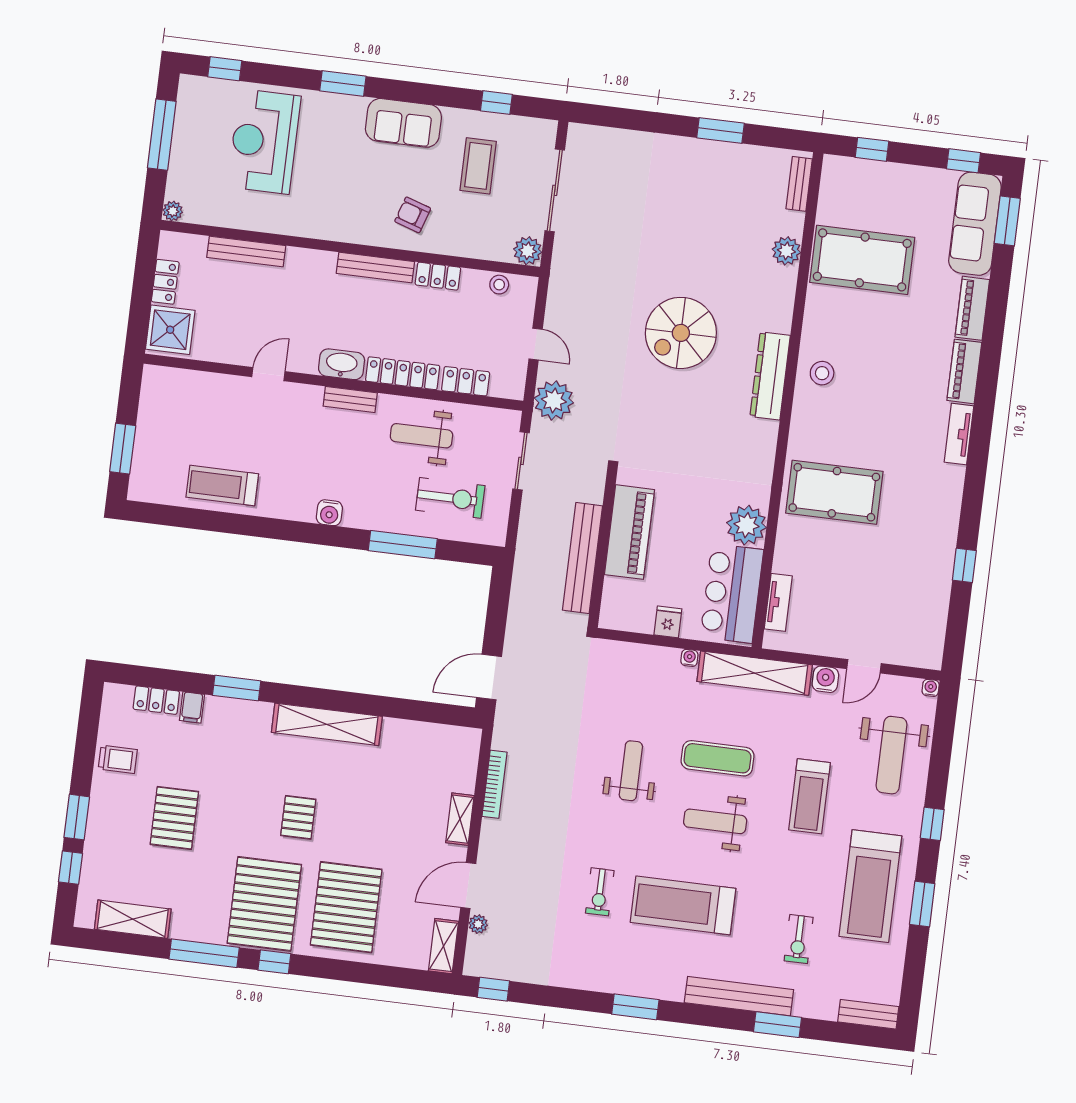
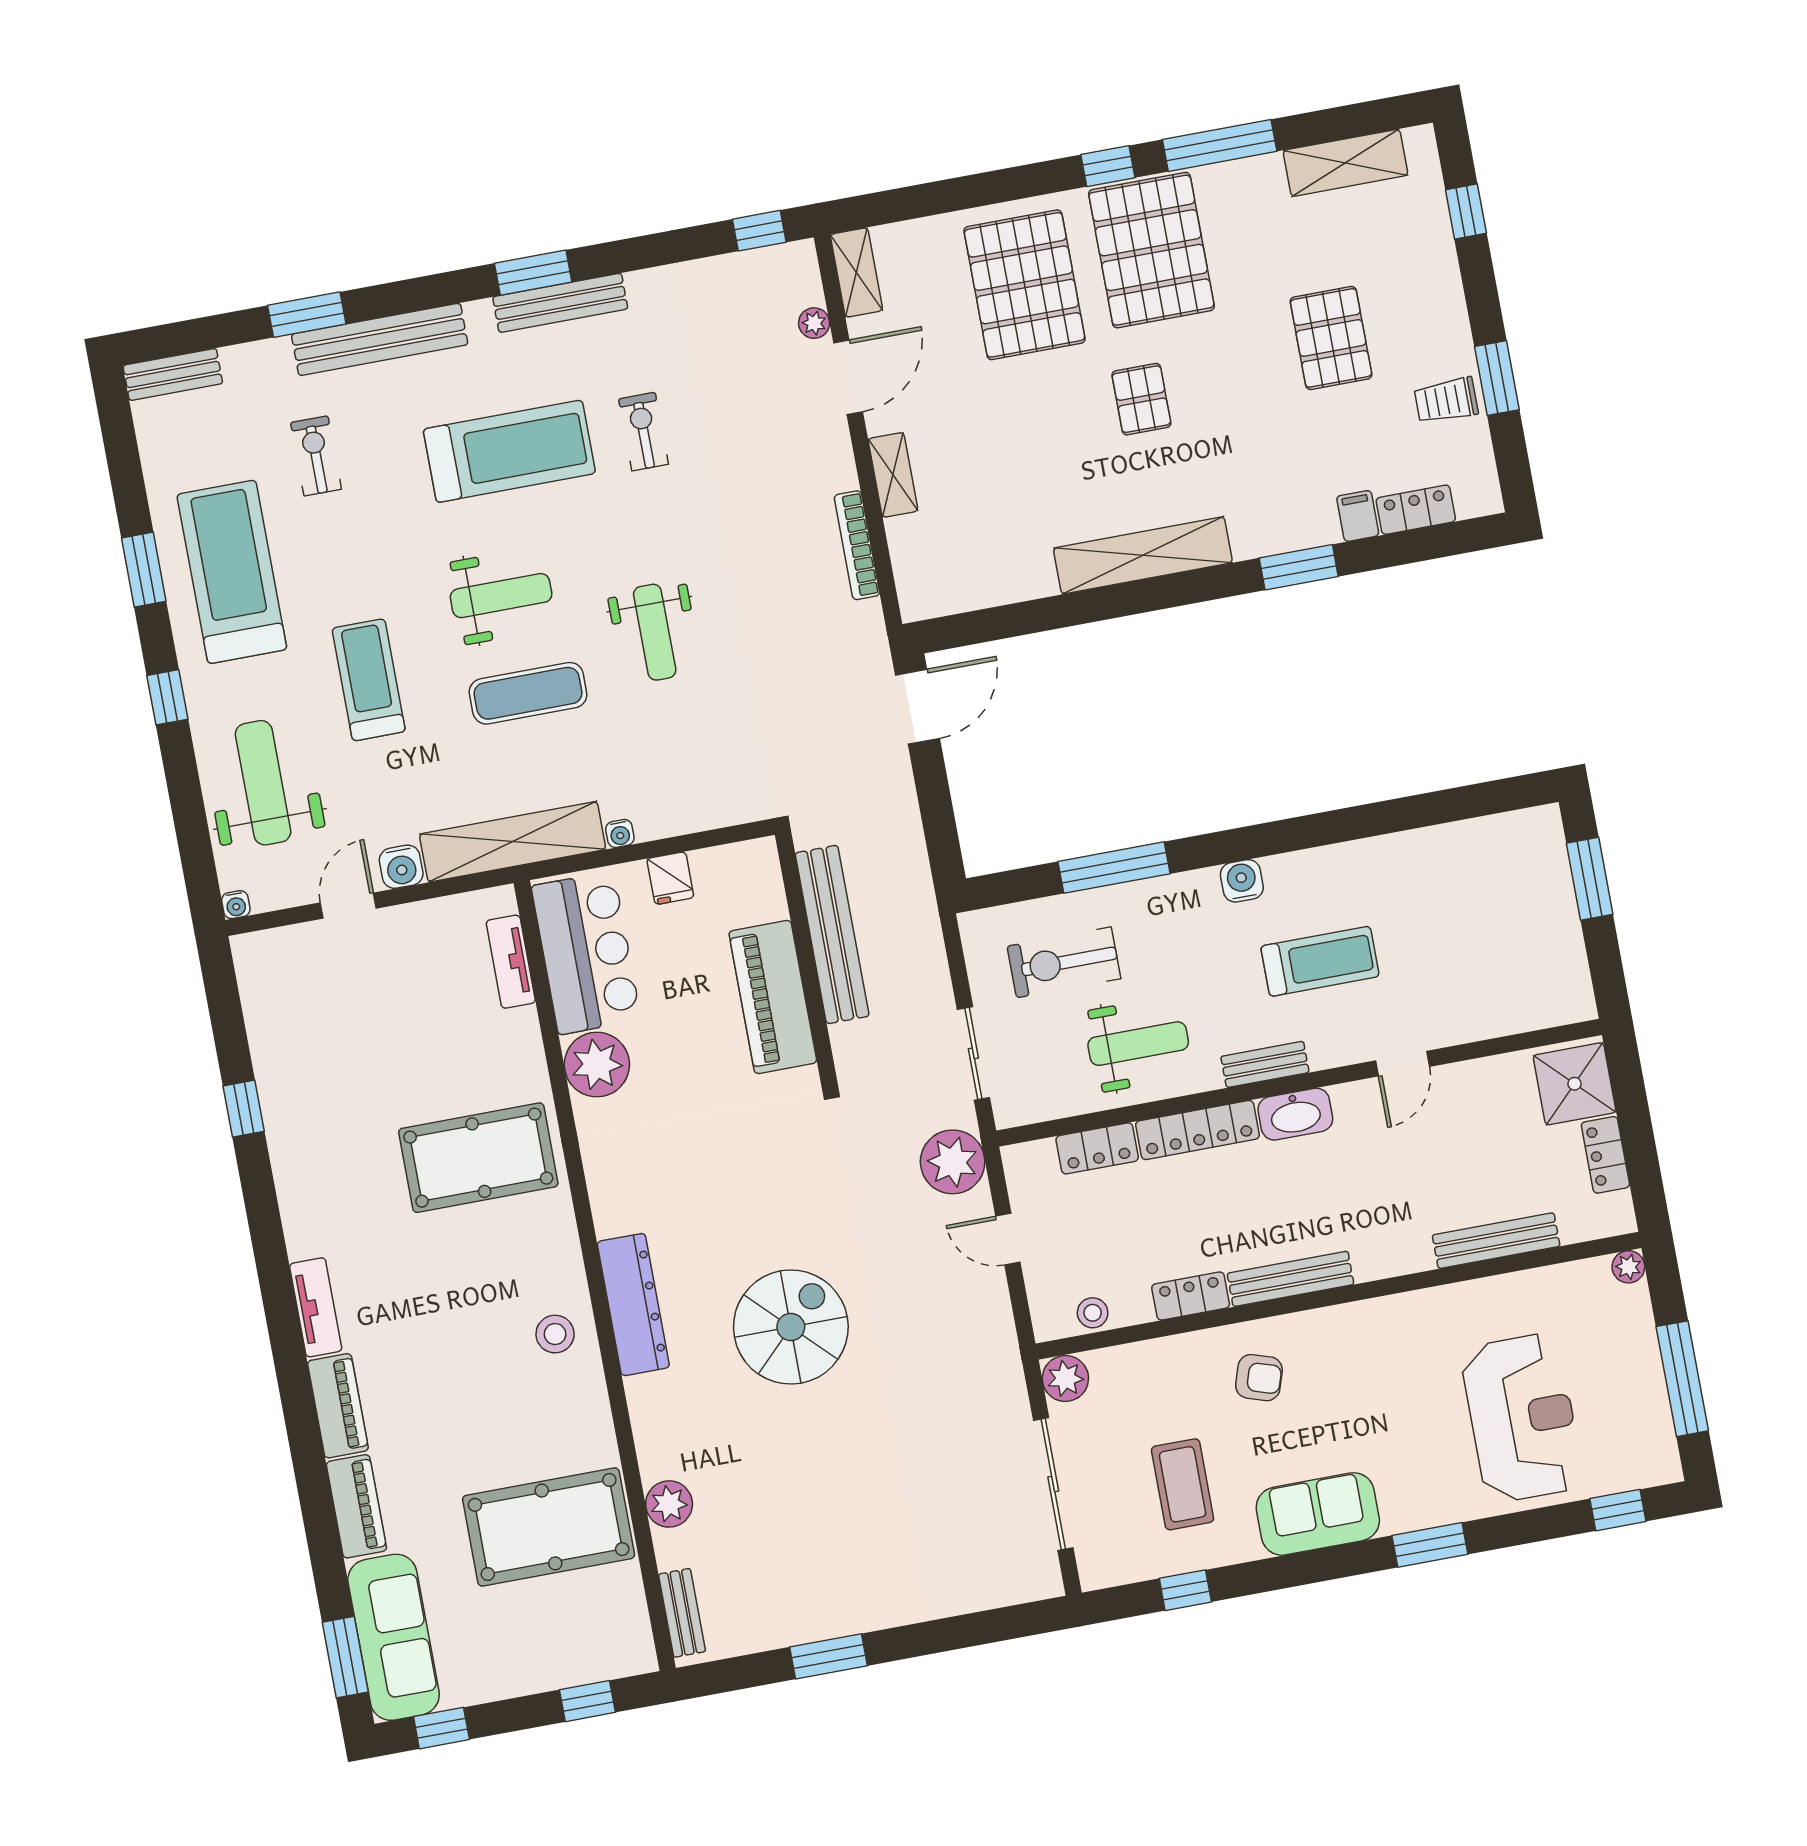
treadmill: (222, 485) -> (1320, 961), moved
window: (77, 817) -> (1497, 378), moved
bench: (625, 984) -> (560, 303), added

